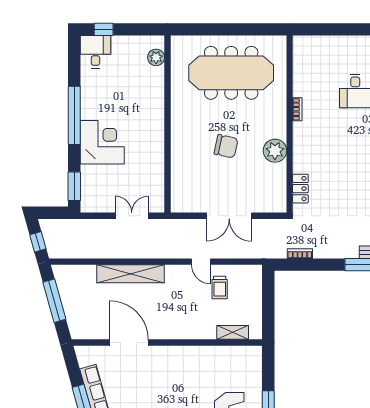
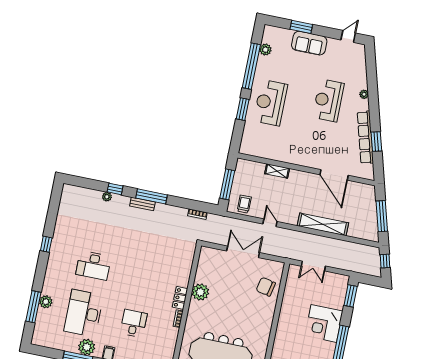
chair: (226, 146) -> (266, 287), moved
locker: (300, 189) -> (180, 298), moved
trolley: (220, 287) -> (244, 204), moved
window: (268, 301) -> (227, 184), added
shelving: (233, 332) -> (277, 171), moved

